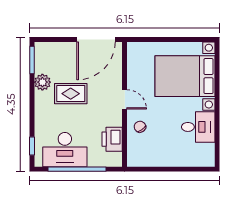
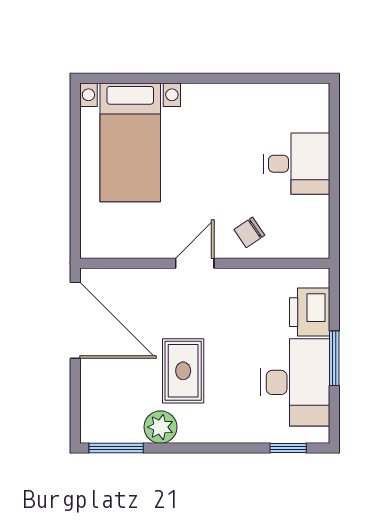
bed with nightstands: (185, 76) -> (130, 142), width x0.73
desk: (198, 127) -> (296, 164), moved, turned 90
printer: (112, 139) -> (310, 312), moved, turned 90
window: (77, 169) -> (334, 358), width x0.47

